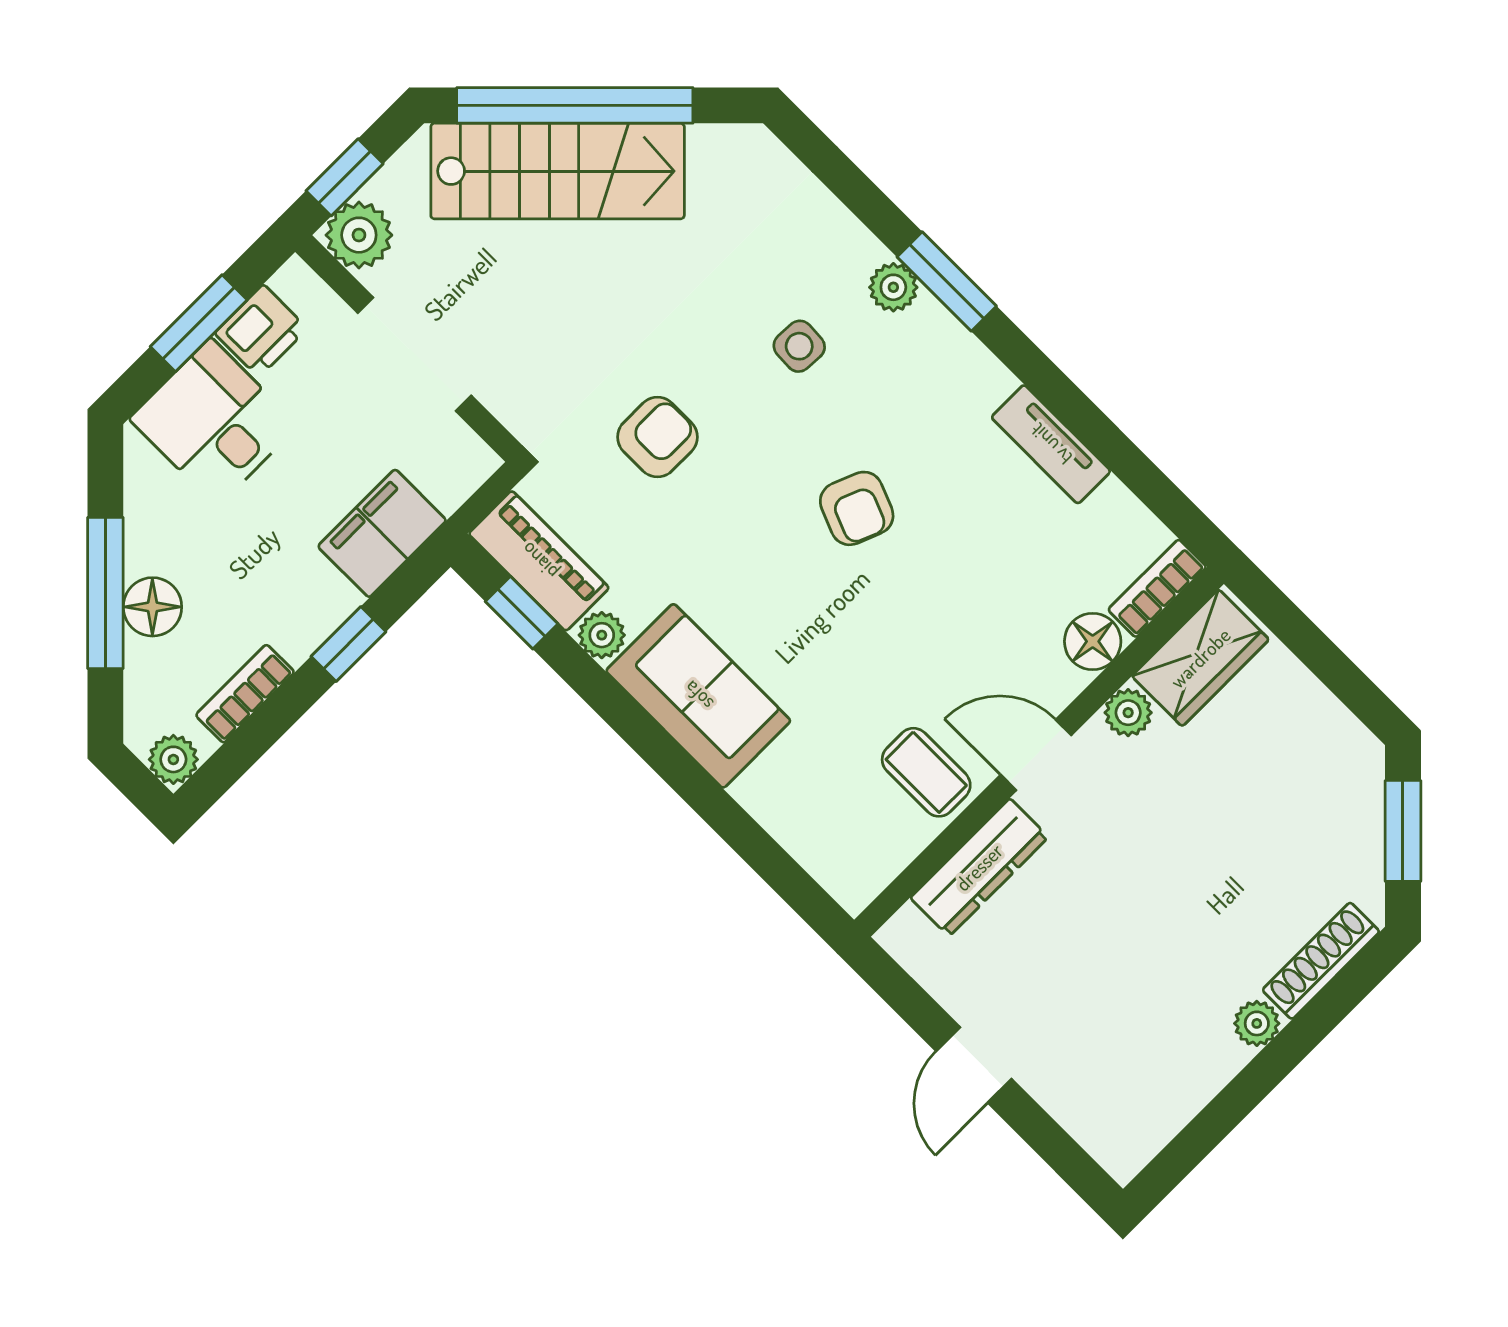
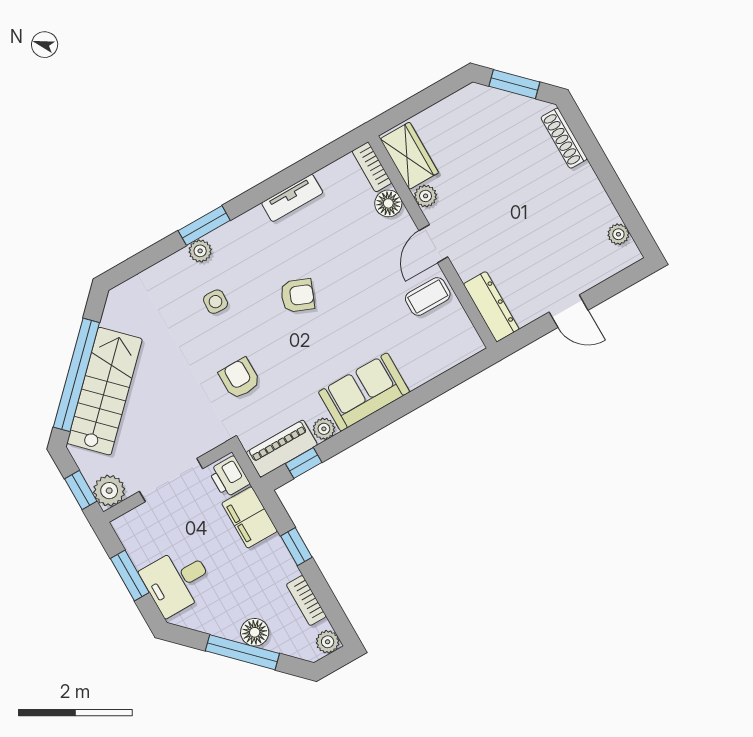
printer: (261, 331) -> (229, 477), moved, turned 180
dresser: (979, 867) -> (491, 307), moved
plant: (1257, 1023) -> (618, 234), moved

